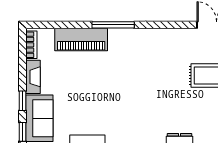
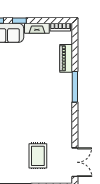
piano: (81, 40) -> (66, 58), width x0.73, depth x0.75

